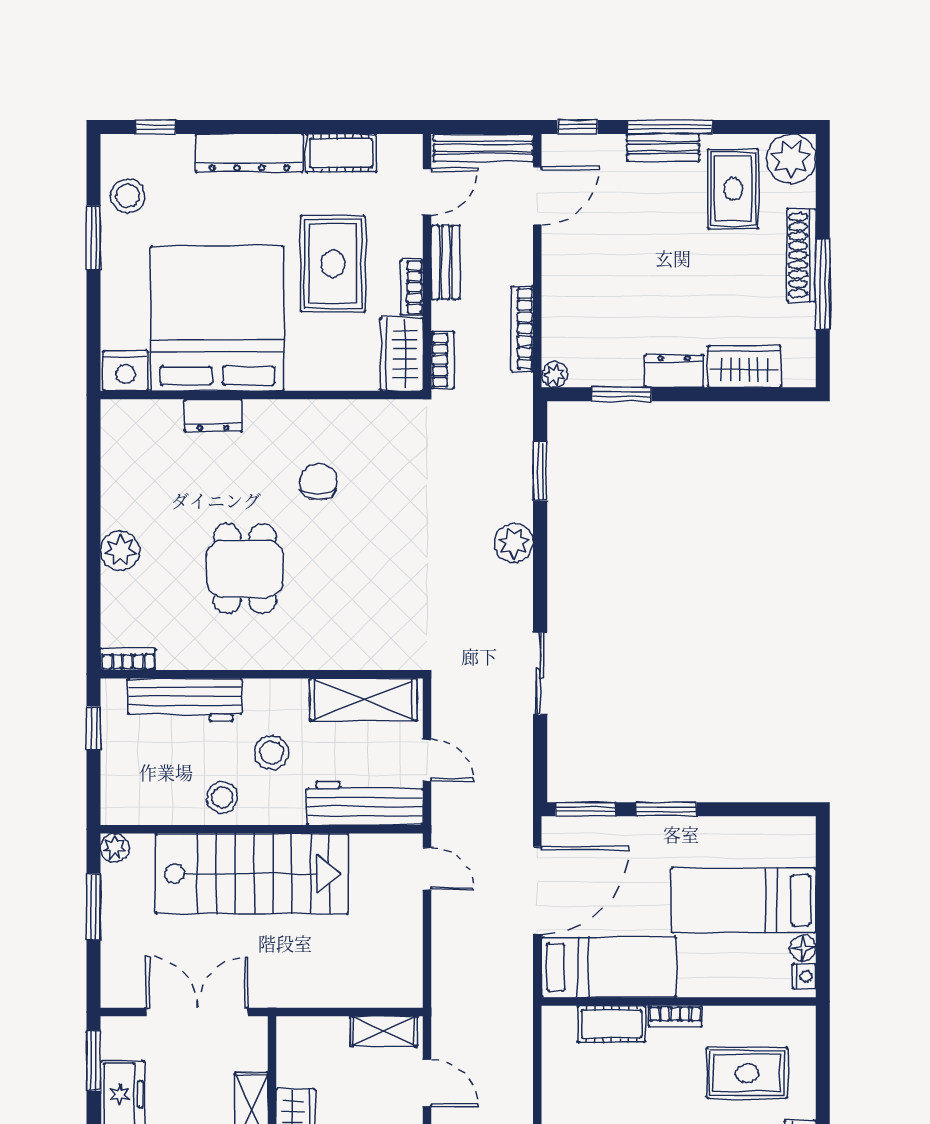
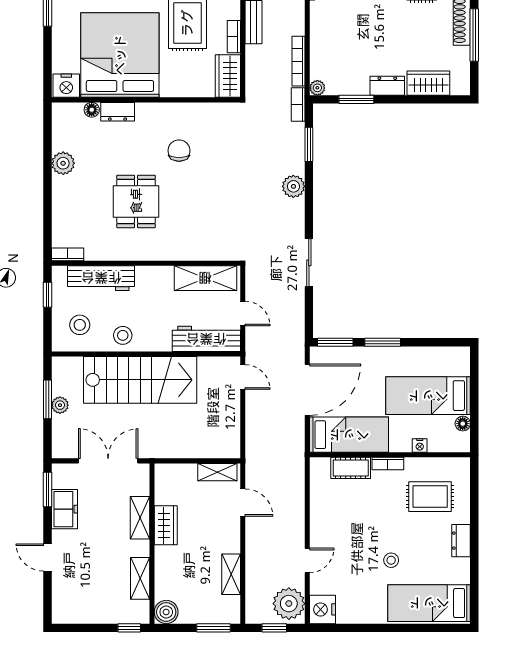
bookcase: (443, 360) -> (298, 105), moved, turned 180
floor lamp: (169, 412) -> (92, 110), added
plant: (120, 551) -> (63, 163), moved
stool: (272, 753) -> (80, 325), moved
plant: (115, 848) -> (60, 405), moved
nightstand: (804, 976) -> (420, 446), moved, turned 90

